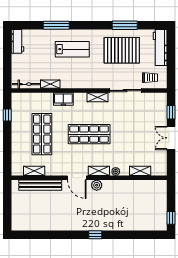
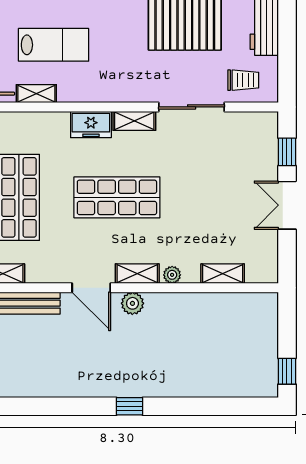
lab bench: (72, 49) -> (54, 45), moved
freezer: (63, 99) -> (91, 125), moved

